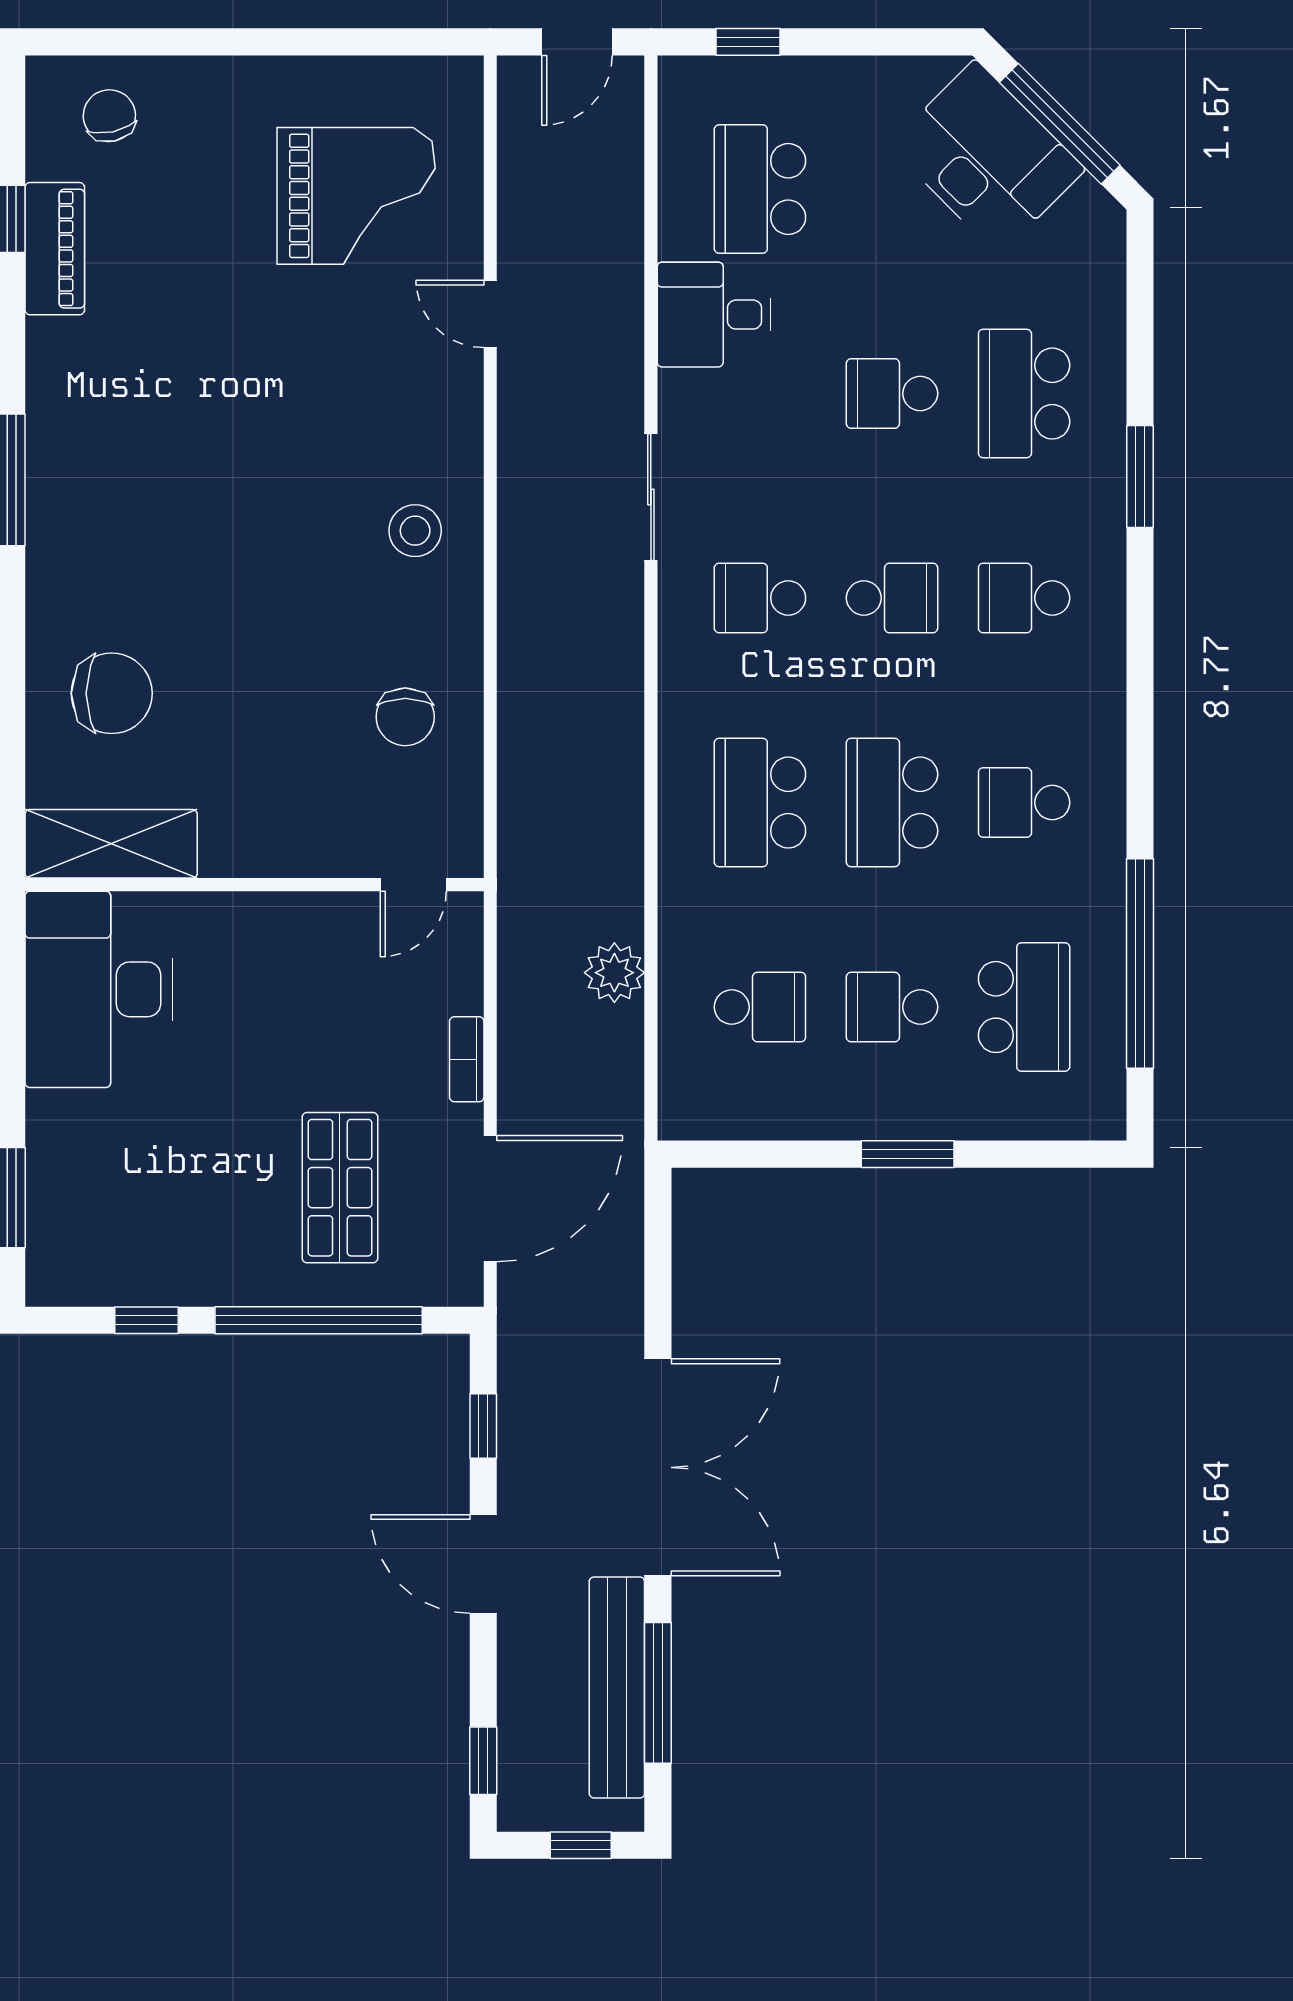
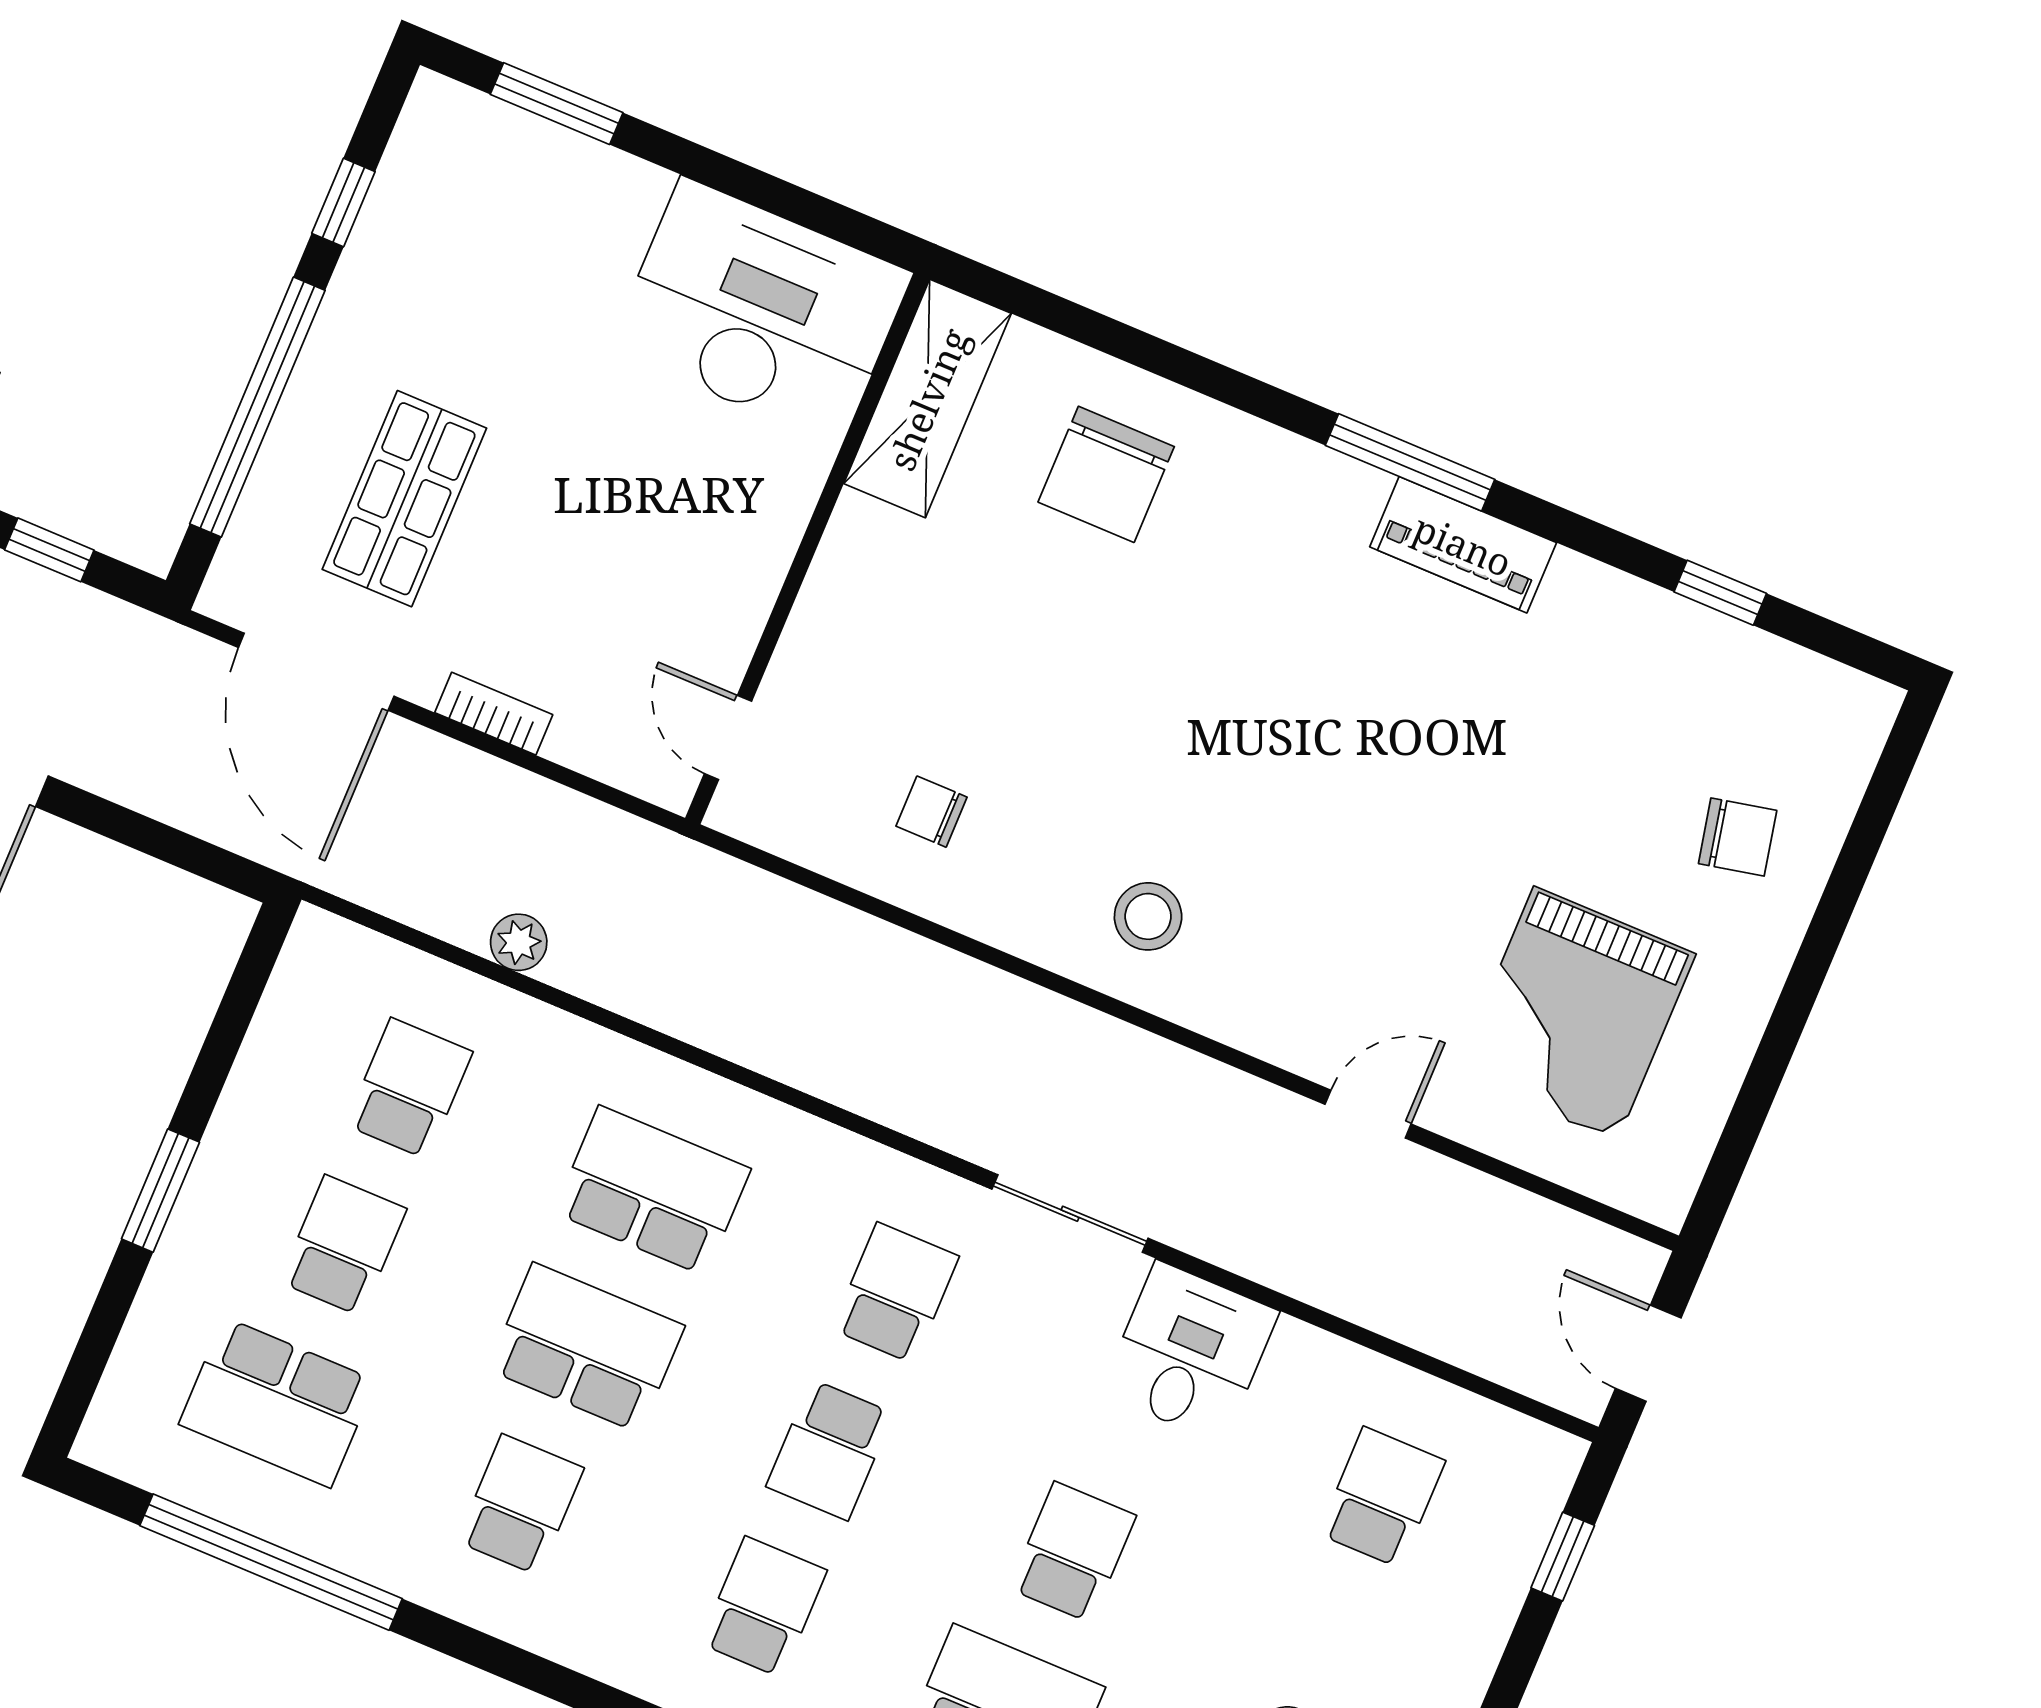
chair: (109, 116) -> (1738, 837), moved
school desk: (760, 189) -> (1382, 1497), width x0.54
piano: (55, 249) -> (1463, 545), moved
desk: (714, 315) -> (1190, 1352), moved
chair: (405, 717) -> (931, 812), width x0.73, depth x0.73
plant: (614, 973) -> (519, 942), width x0.73, depth x0.73
school desk: (760, 1007) -> (409, 1088), turned 180
shop shelf: (340, 1188) -> (404, 499), turned 90

